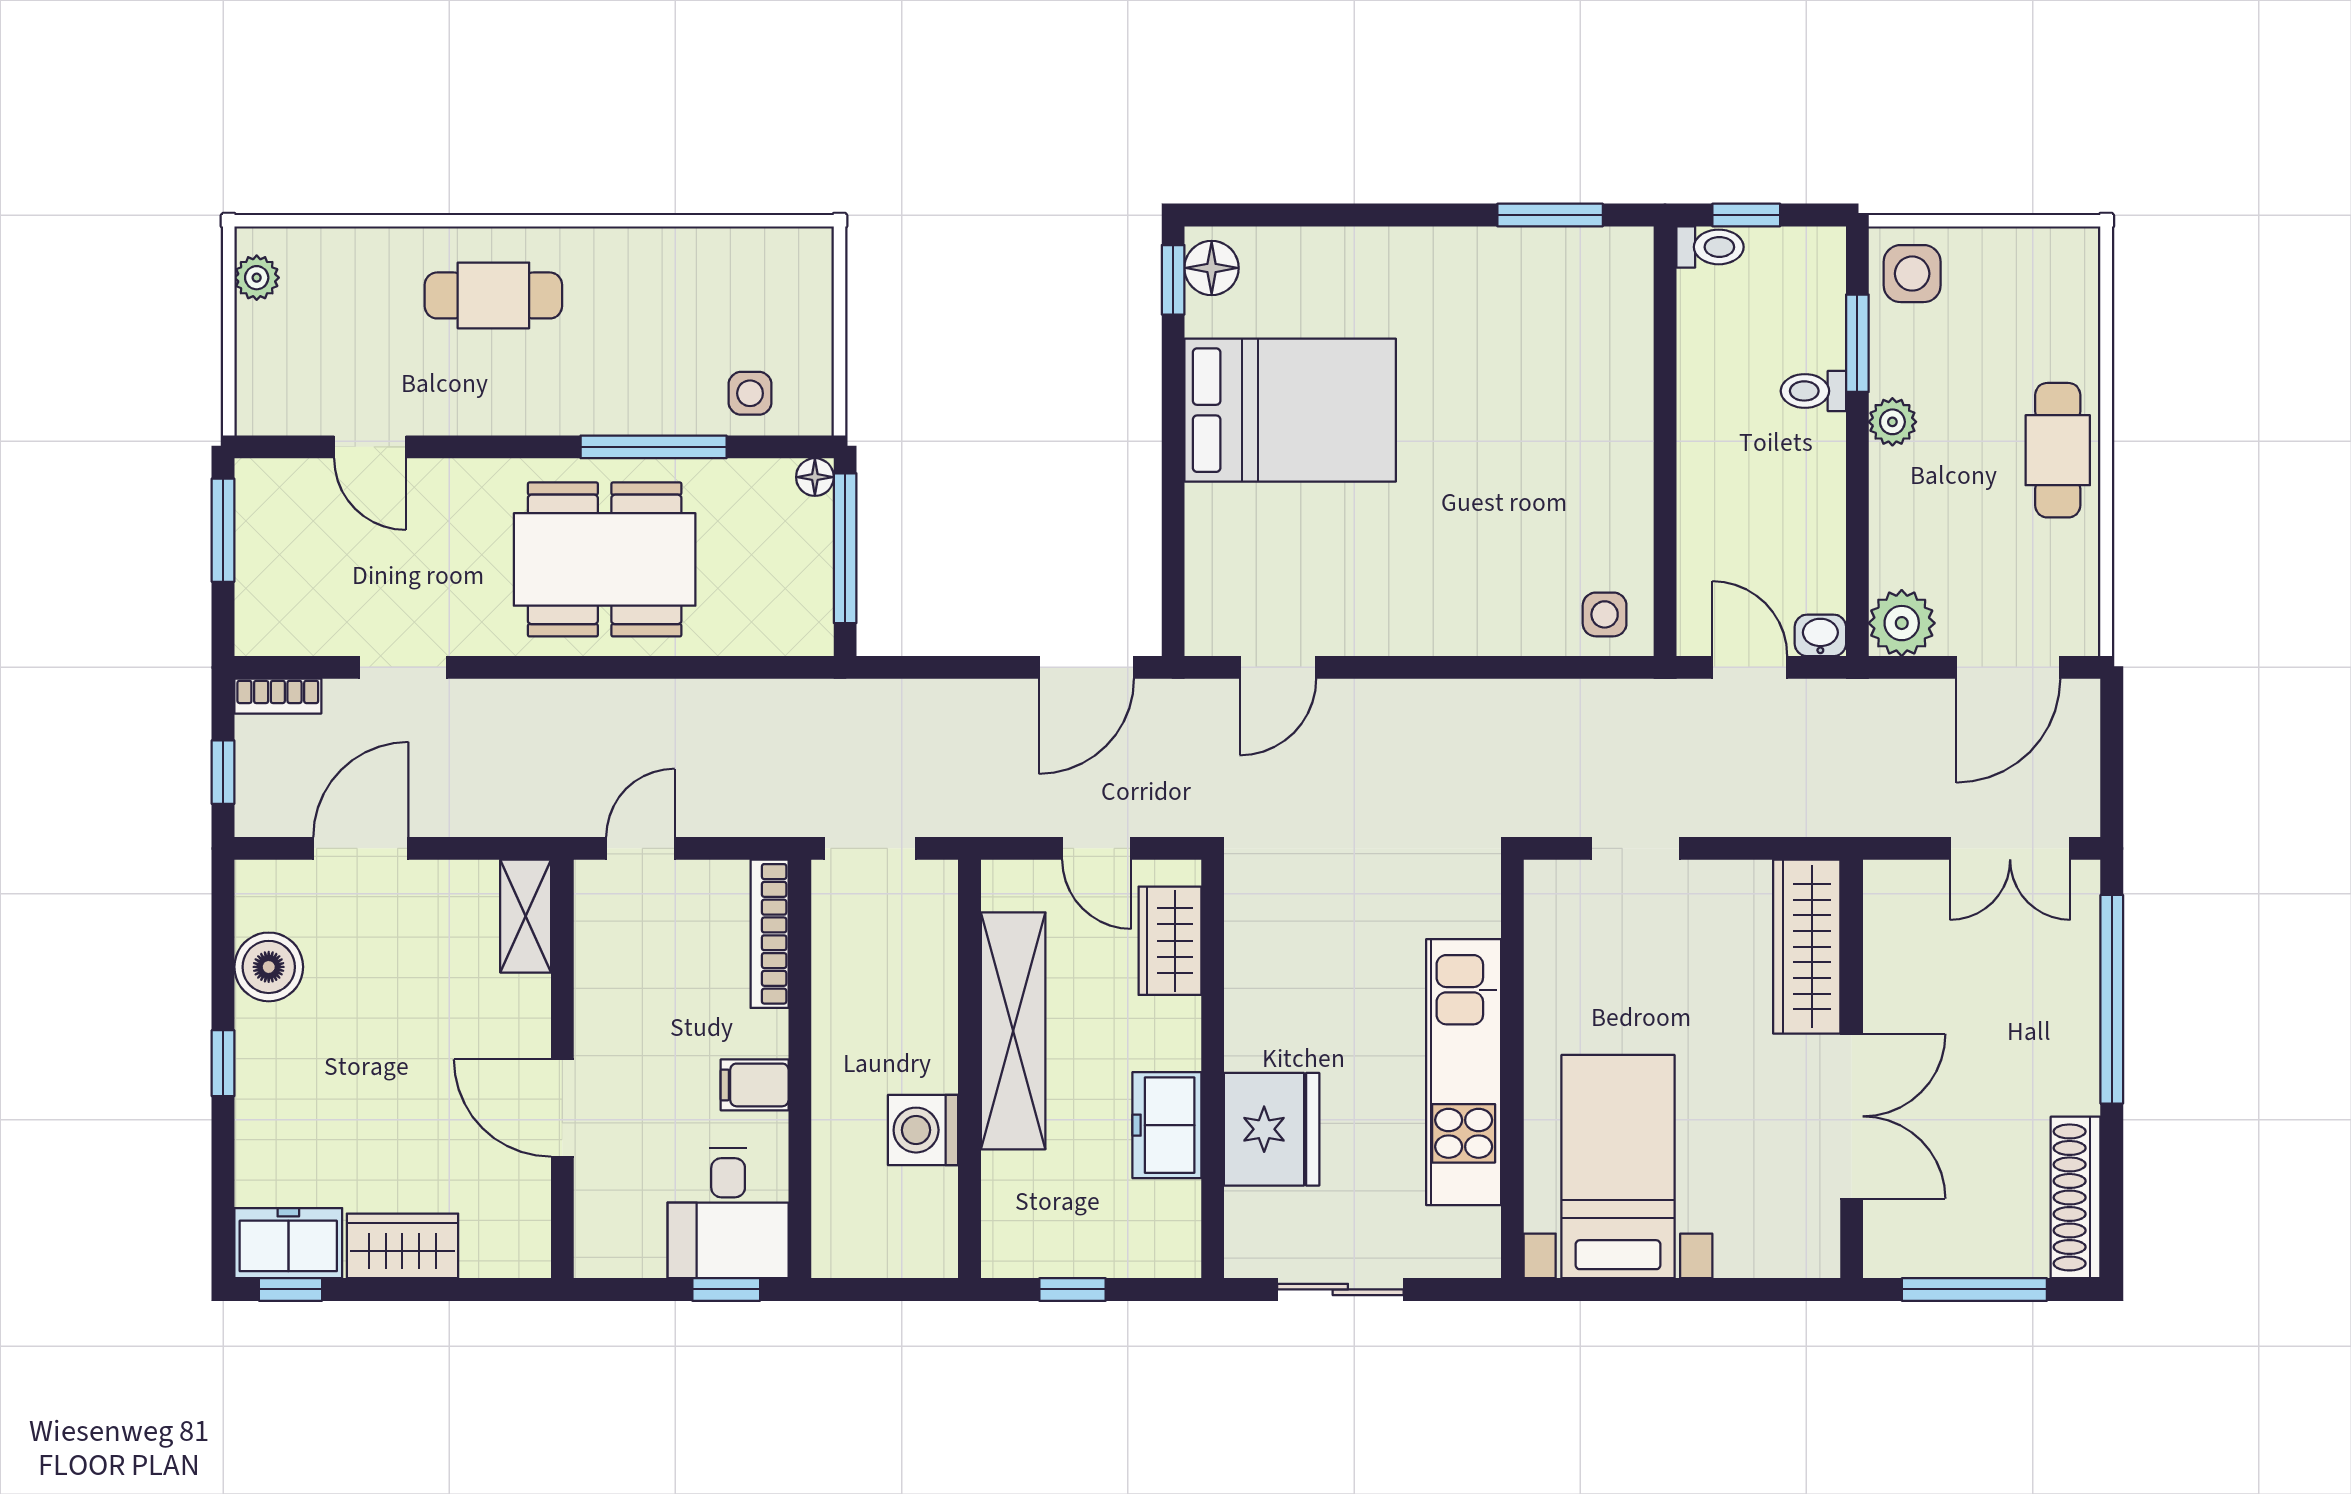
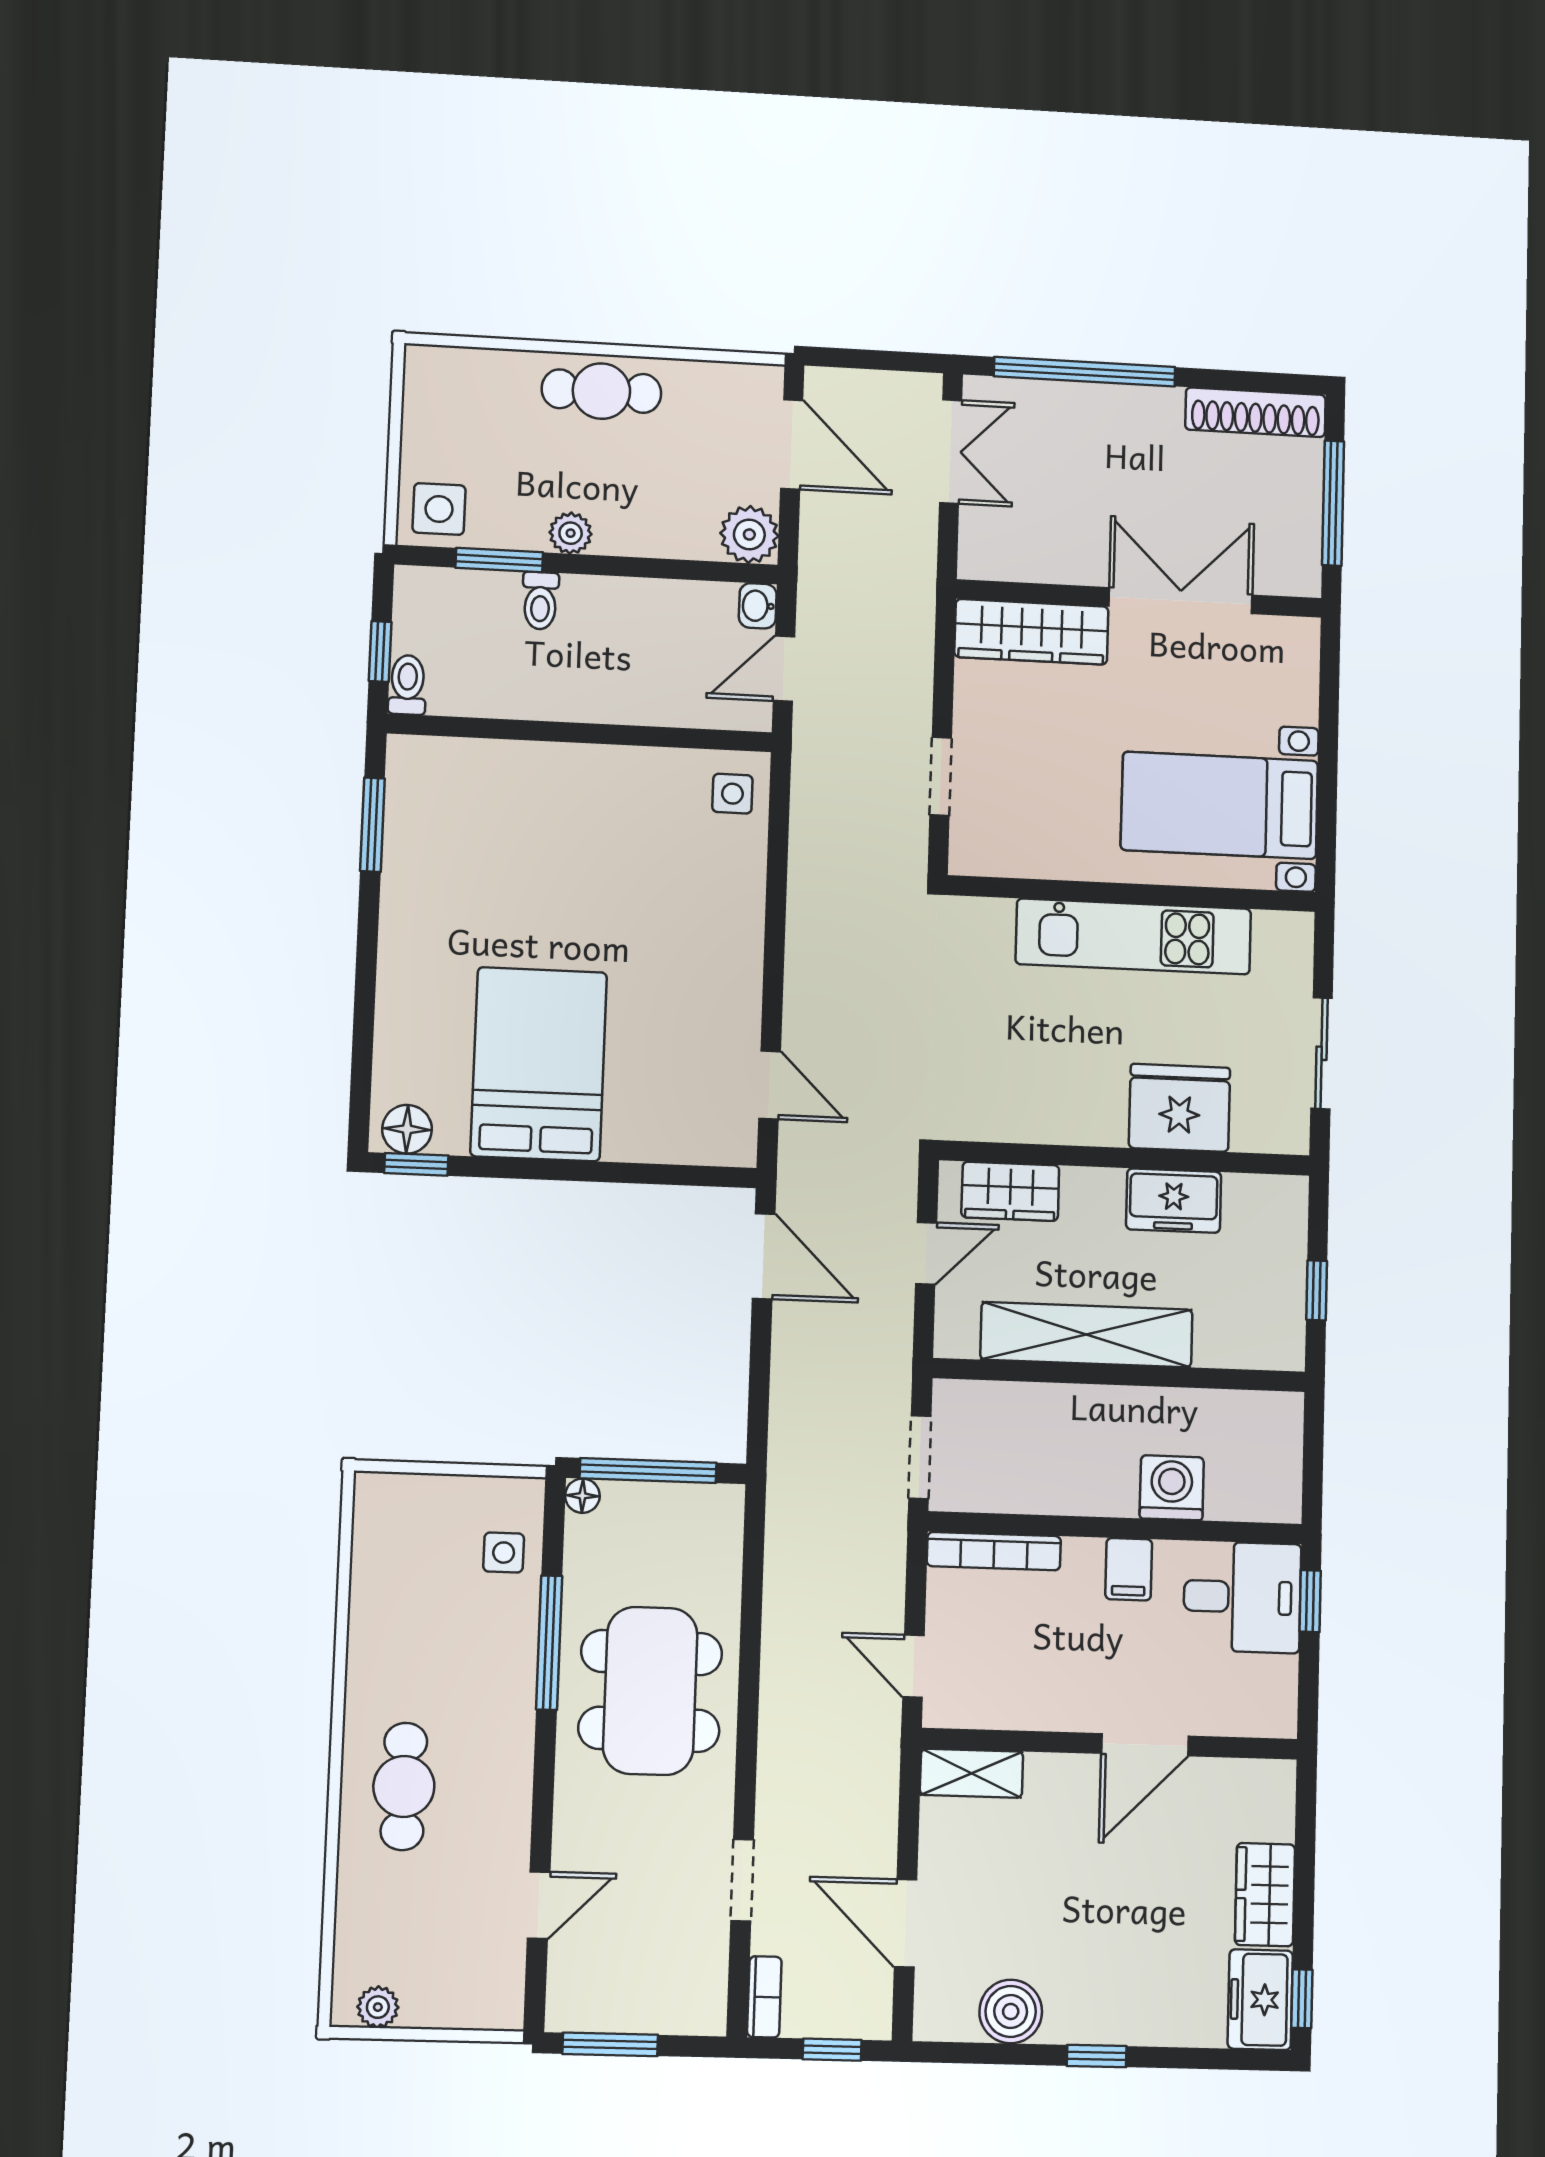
washing machine: (923, 1130) -> (1172, 1488), moved, turned 180

